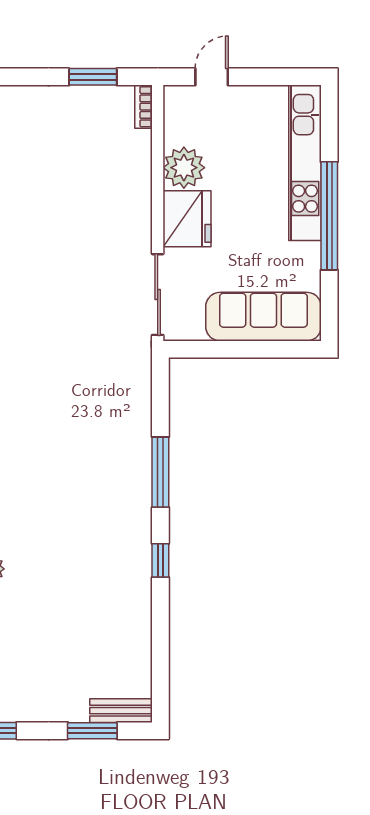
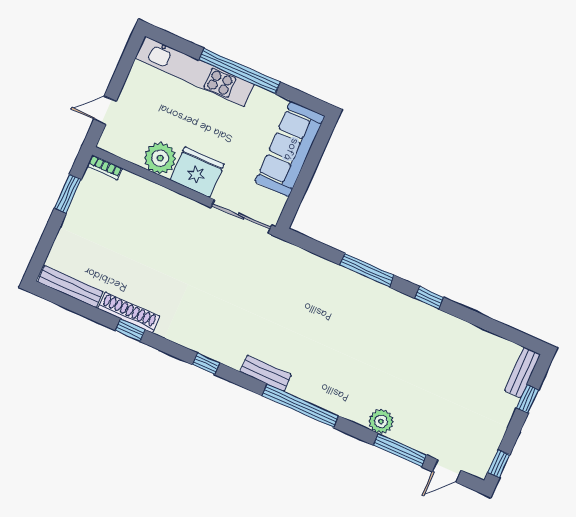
door: (212, 77) -> (105, 110), hinge flipped
window: (92, 731) -> (528, 399), width x0.67

